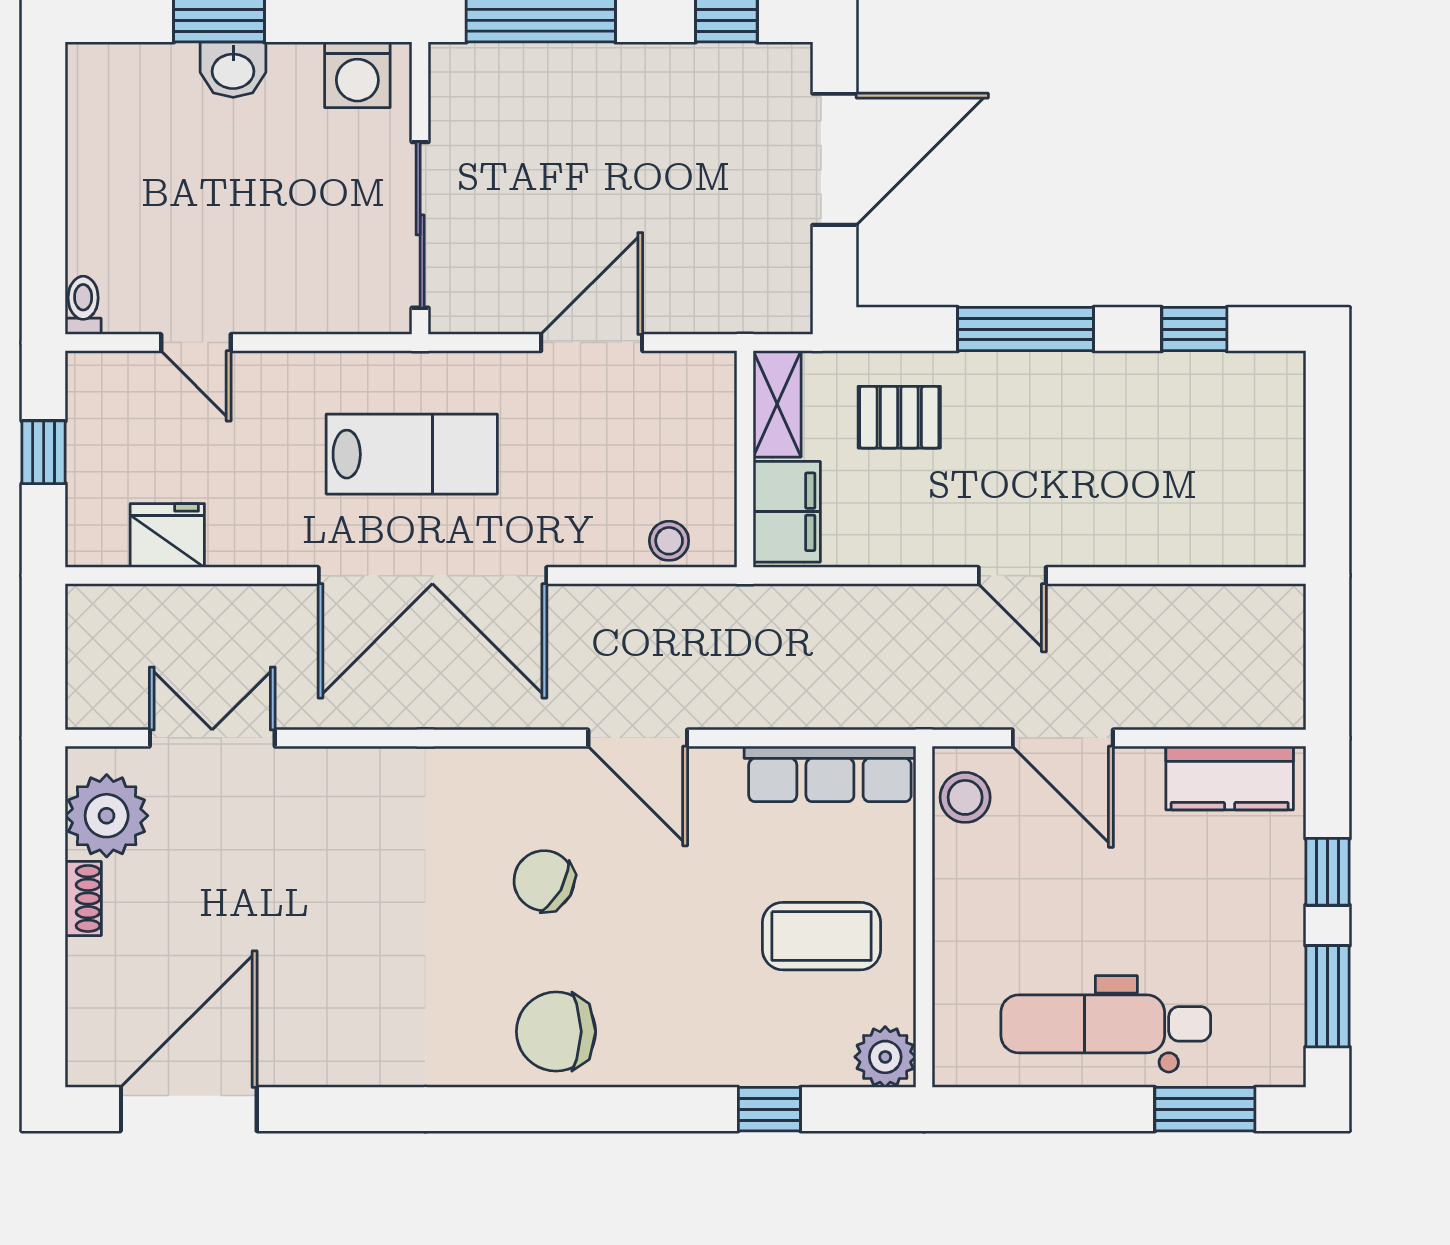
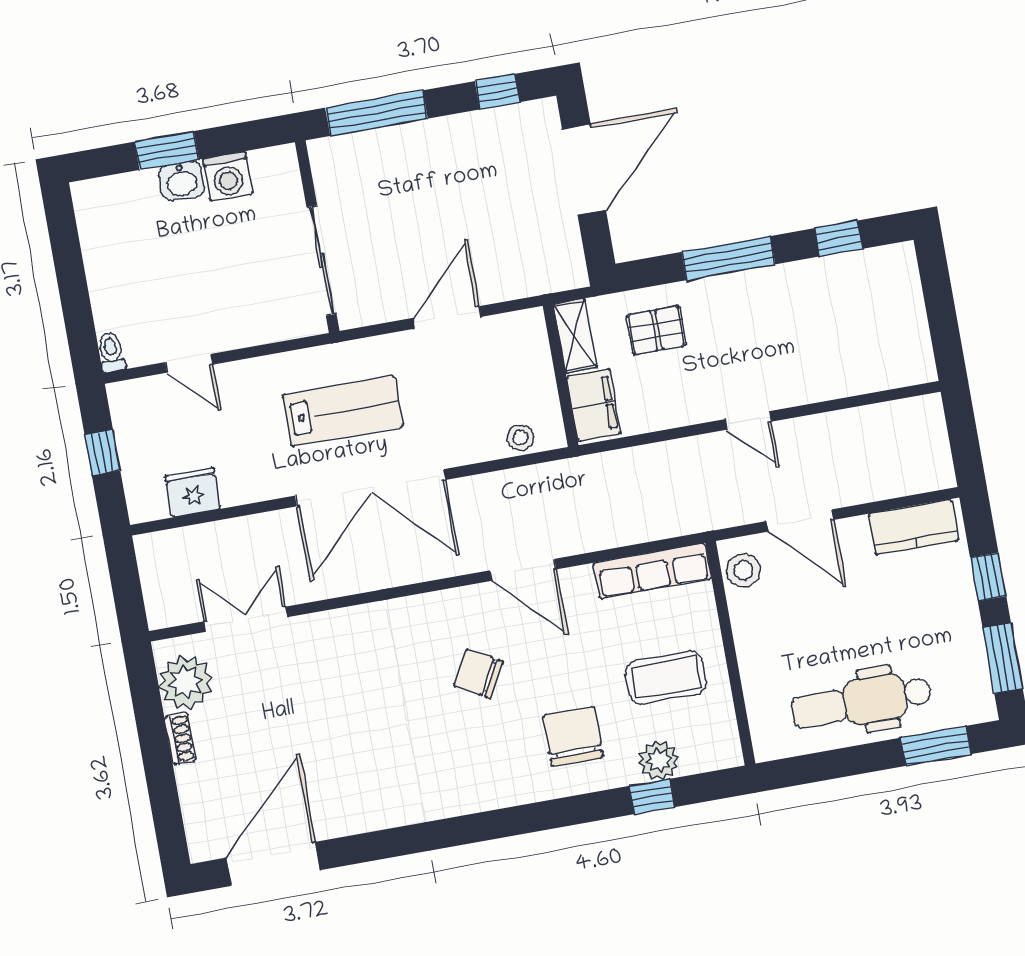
washing machine: (357, 75) -> (228, 176), moved
chair: (556, 1032) -> (573, 736), moved, turned 90
plant: (885, 1057) -> (659, 760), moved

